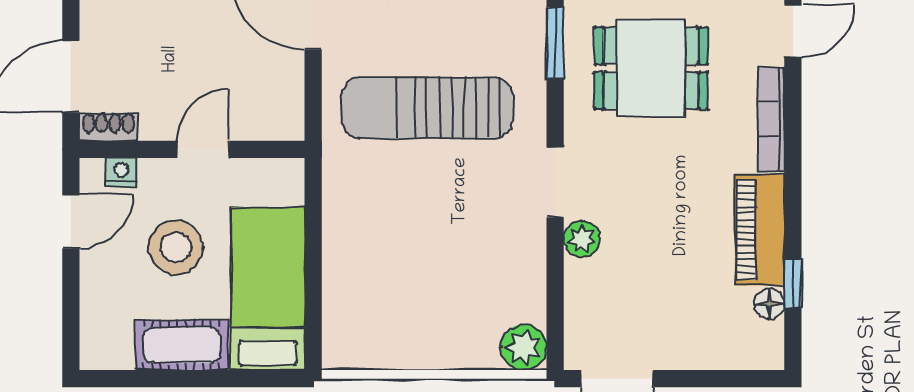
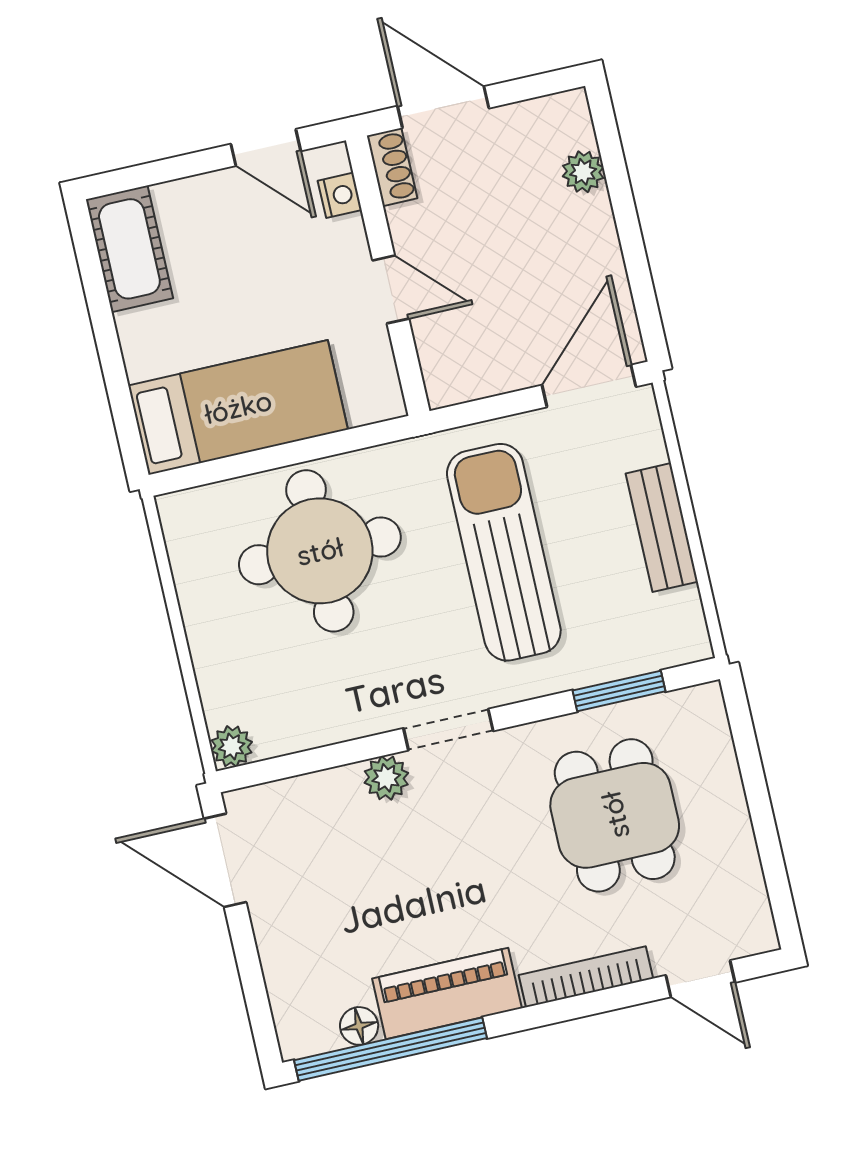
stool: (176, 247) -> (263, 283), removed
round table: (394, 251) -> (320, 551), added
window: (793, 284) -> (391, 1049), width x3.17
cot: (182, 345) -> (129, 249), moved
plant: (524, 347) -> (232, 746), width x0.73, depth x0.73

